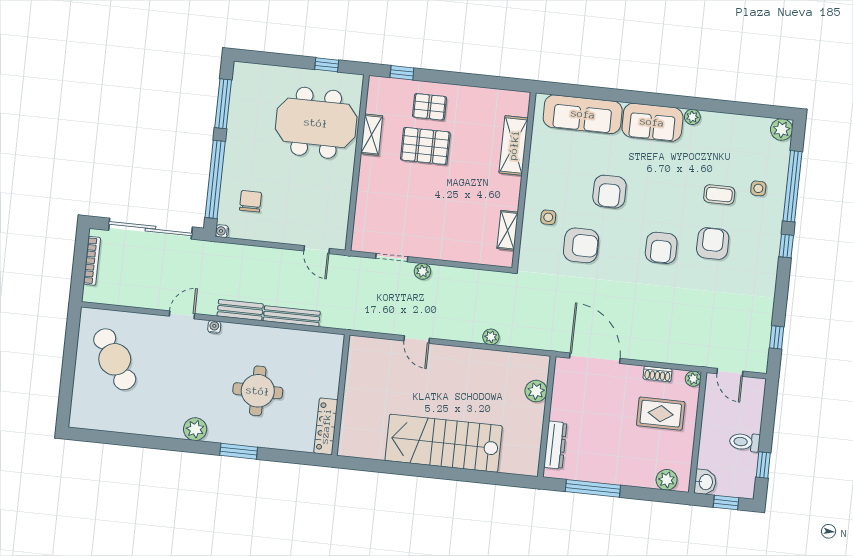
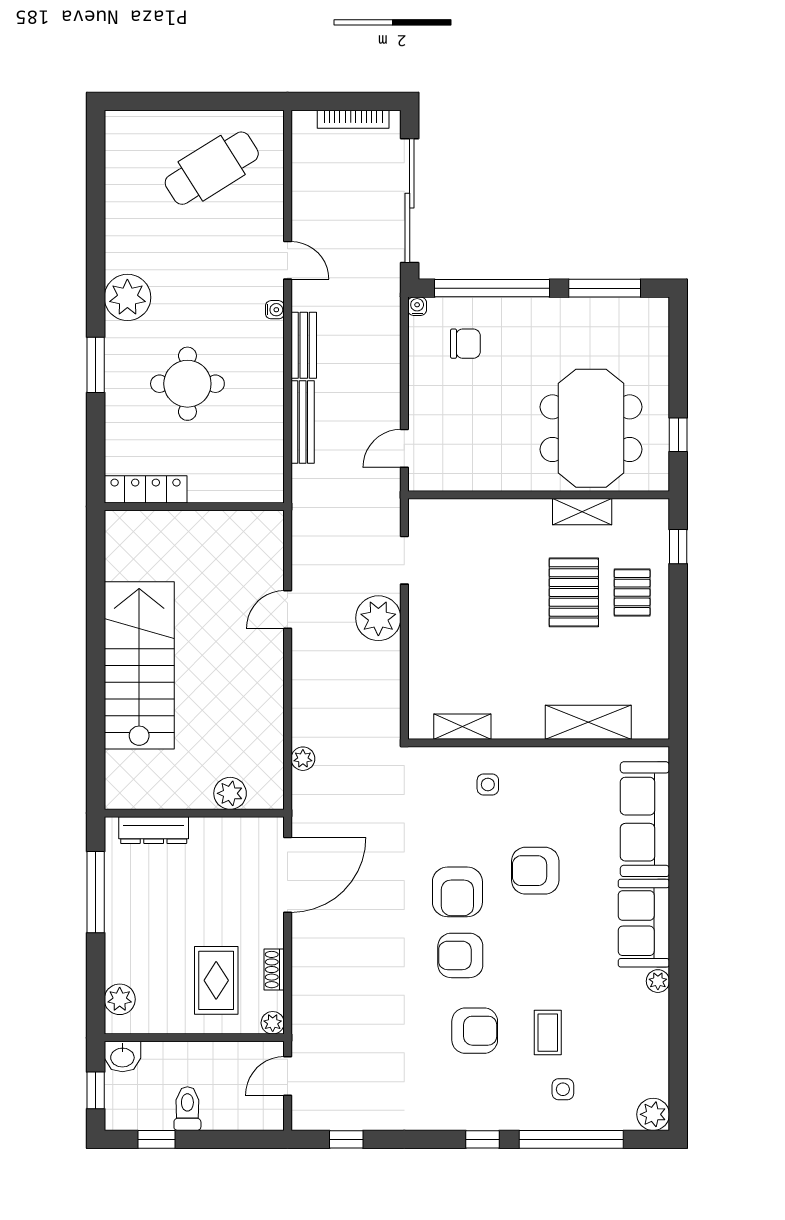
armchair: (581, 245) -> (457, 892), moved
plant: (422, 271) -> (378, 618), width x1.88, depth x1.88
plant: (491, 337) -> (303, 759), moved
plant: (195, 429) -> (127, 297), width x1.36, depth x1.36

